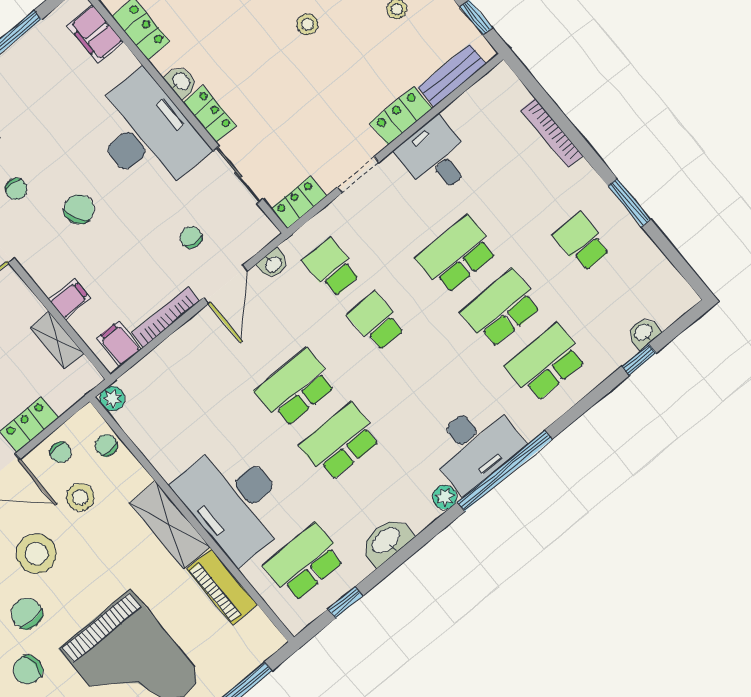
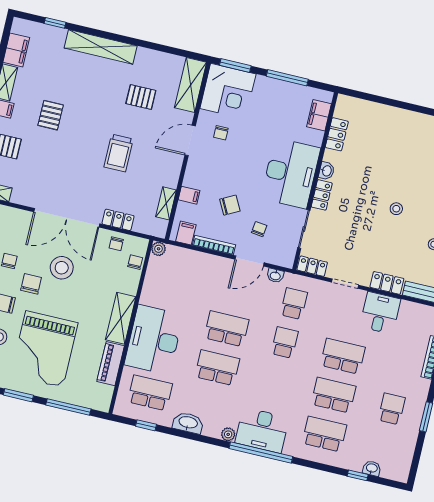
chair: (79, 209) -> (230, 205), moved
stool: (80, 497) -> (103, 268), removed

